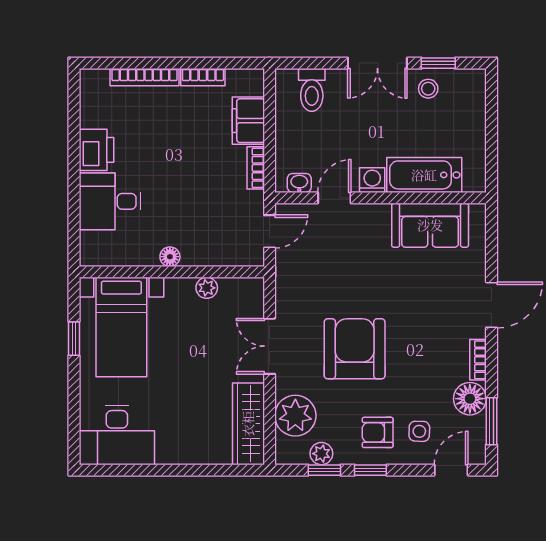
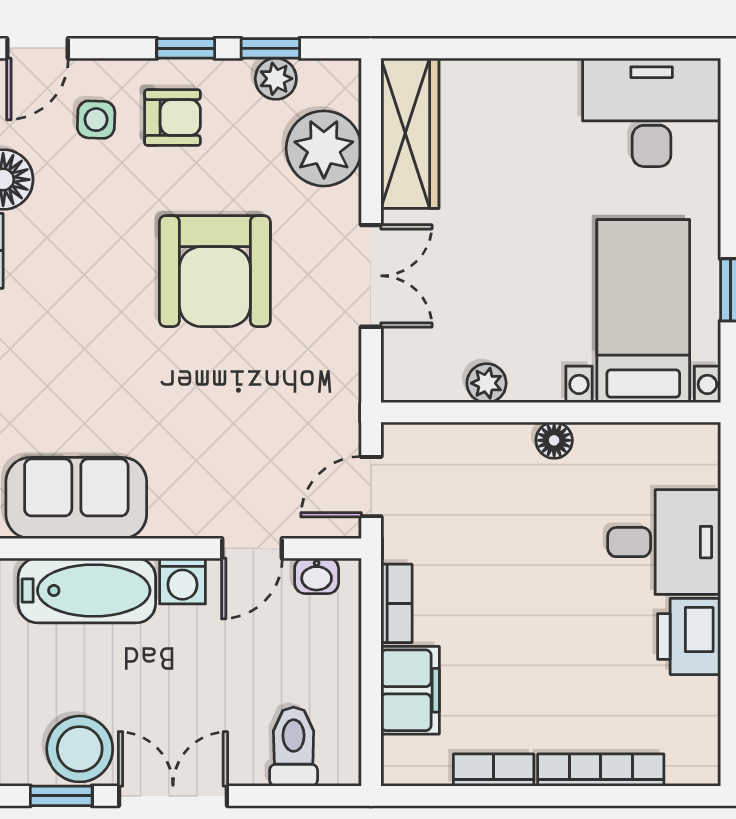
stool: (428, 89) -> (80, 749), width x1.89, depth x1.89

